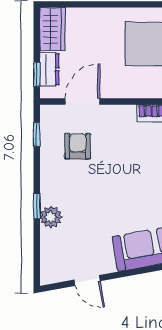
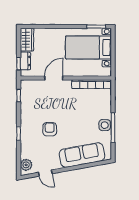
door: (82, 102) -> (54, 78), moved
armchair: (78, 146) -> (50, 129), moved
plant: (51, 217) -> (26, 165), moved

